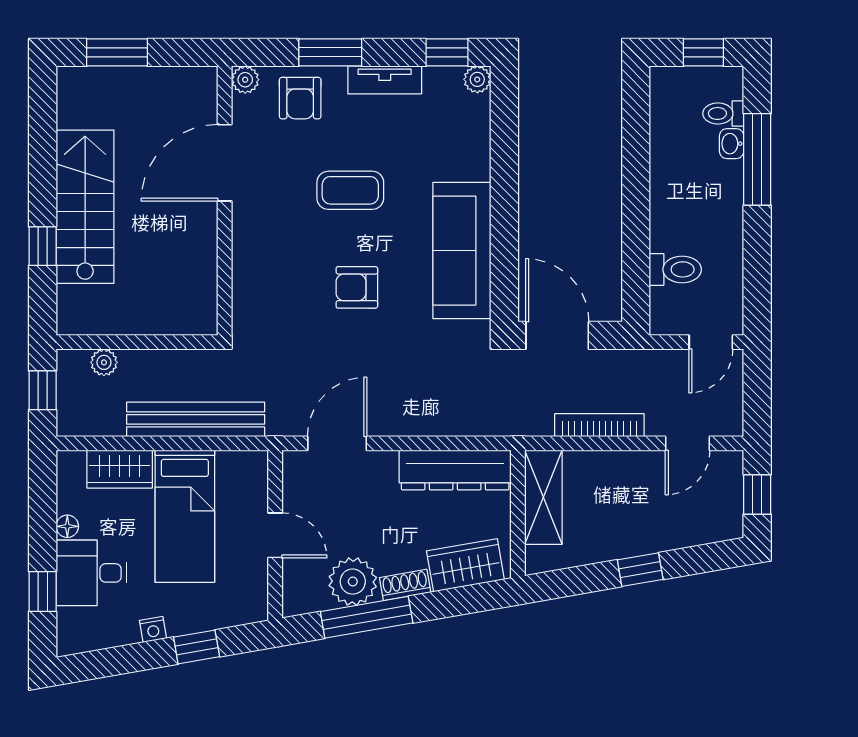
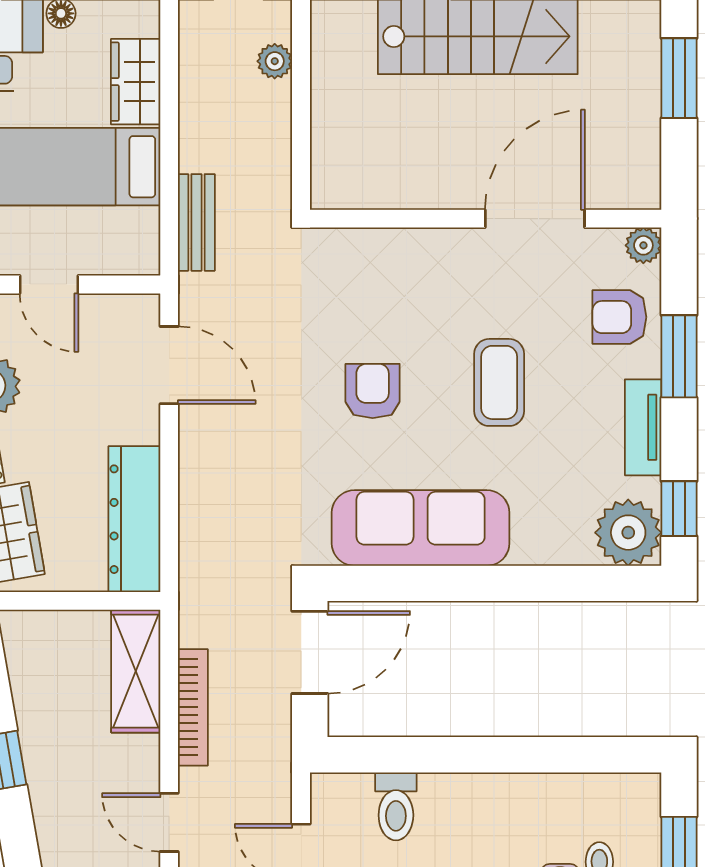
plant: (477, 79) -> (628, 533), width x1.88, depth x1.88
door: (225, 163) -> (535, 219), hinge flipped
bench: (196, 419) -> (196, 222), width x0.54, depth x0.82
shelving: (543, 497) -> (136, 671), moved, turned 90
door: (275, 535) -> (49, 284), hinge flipped

